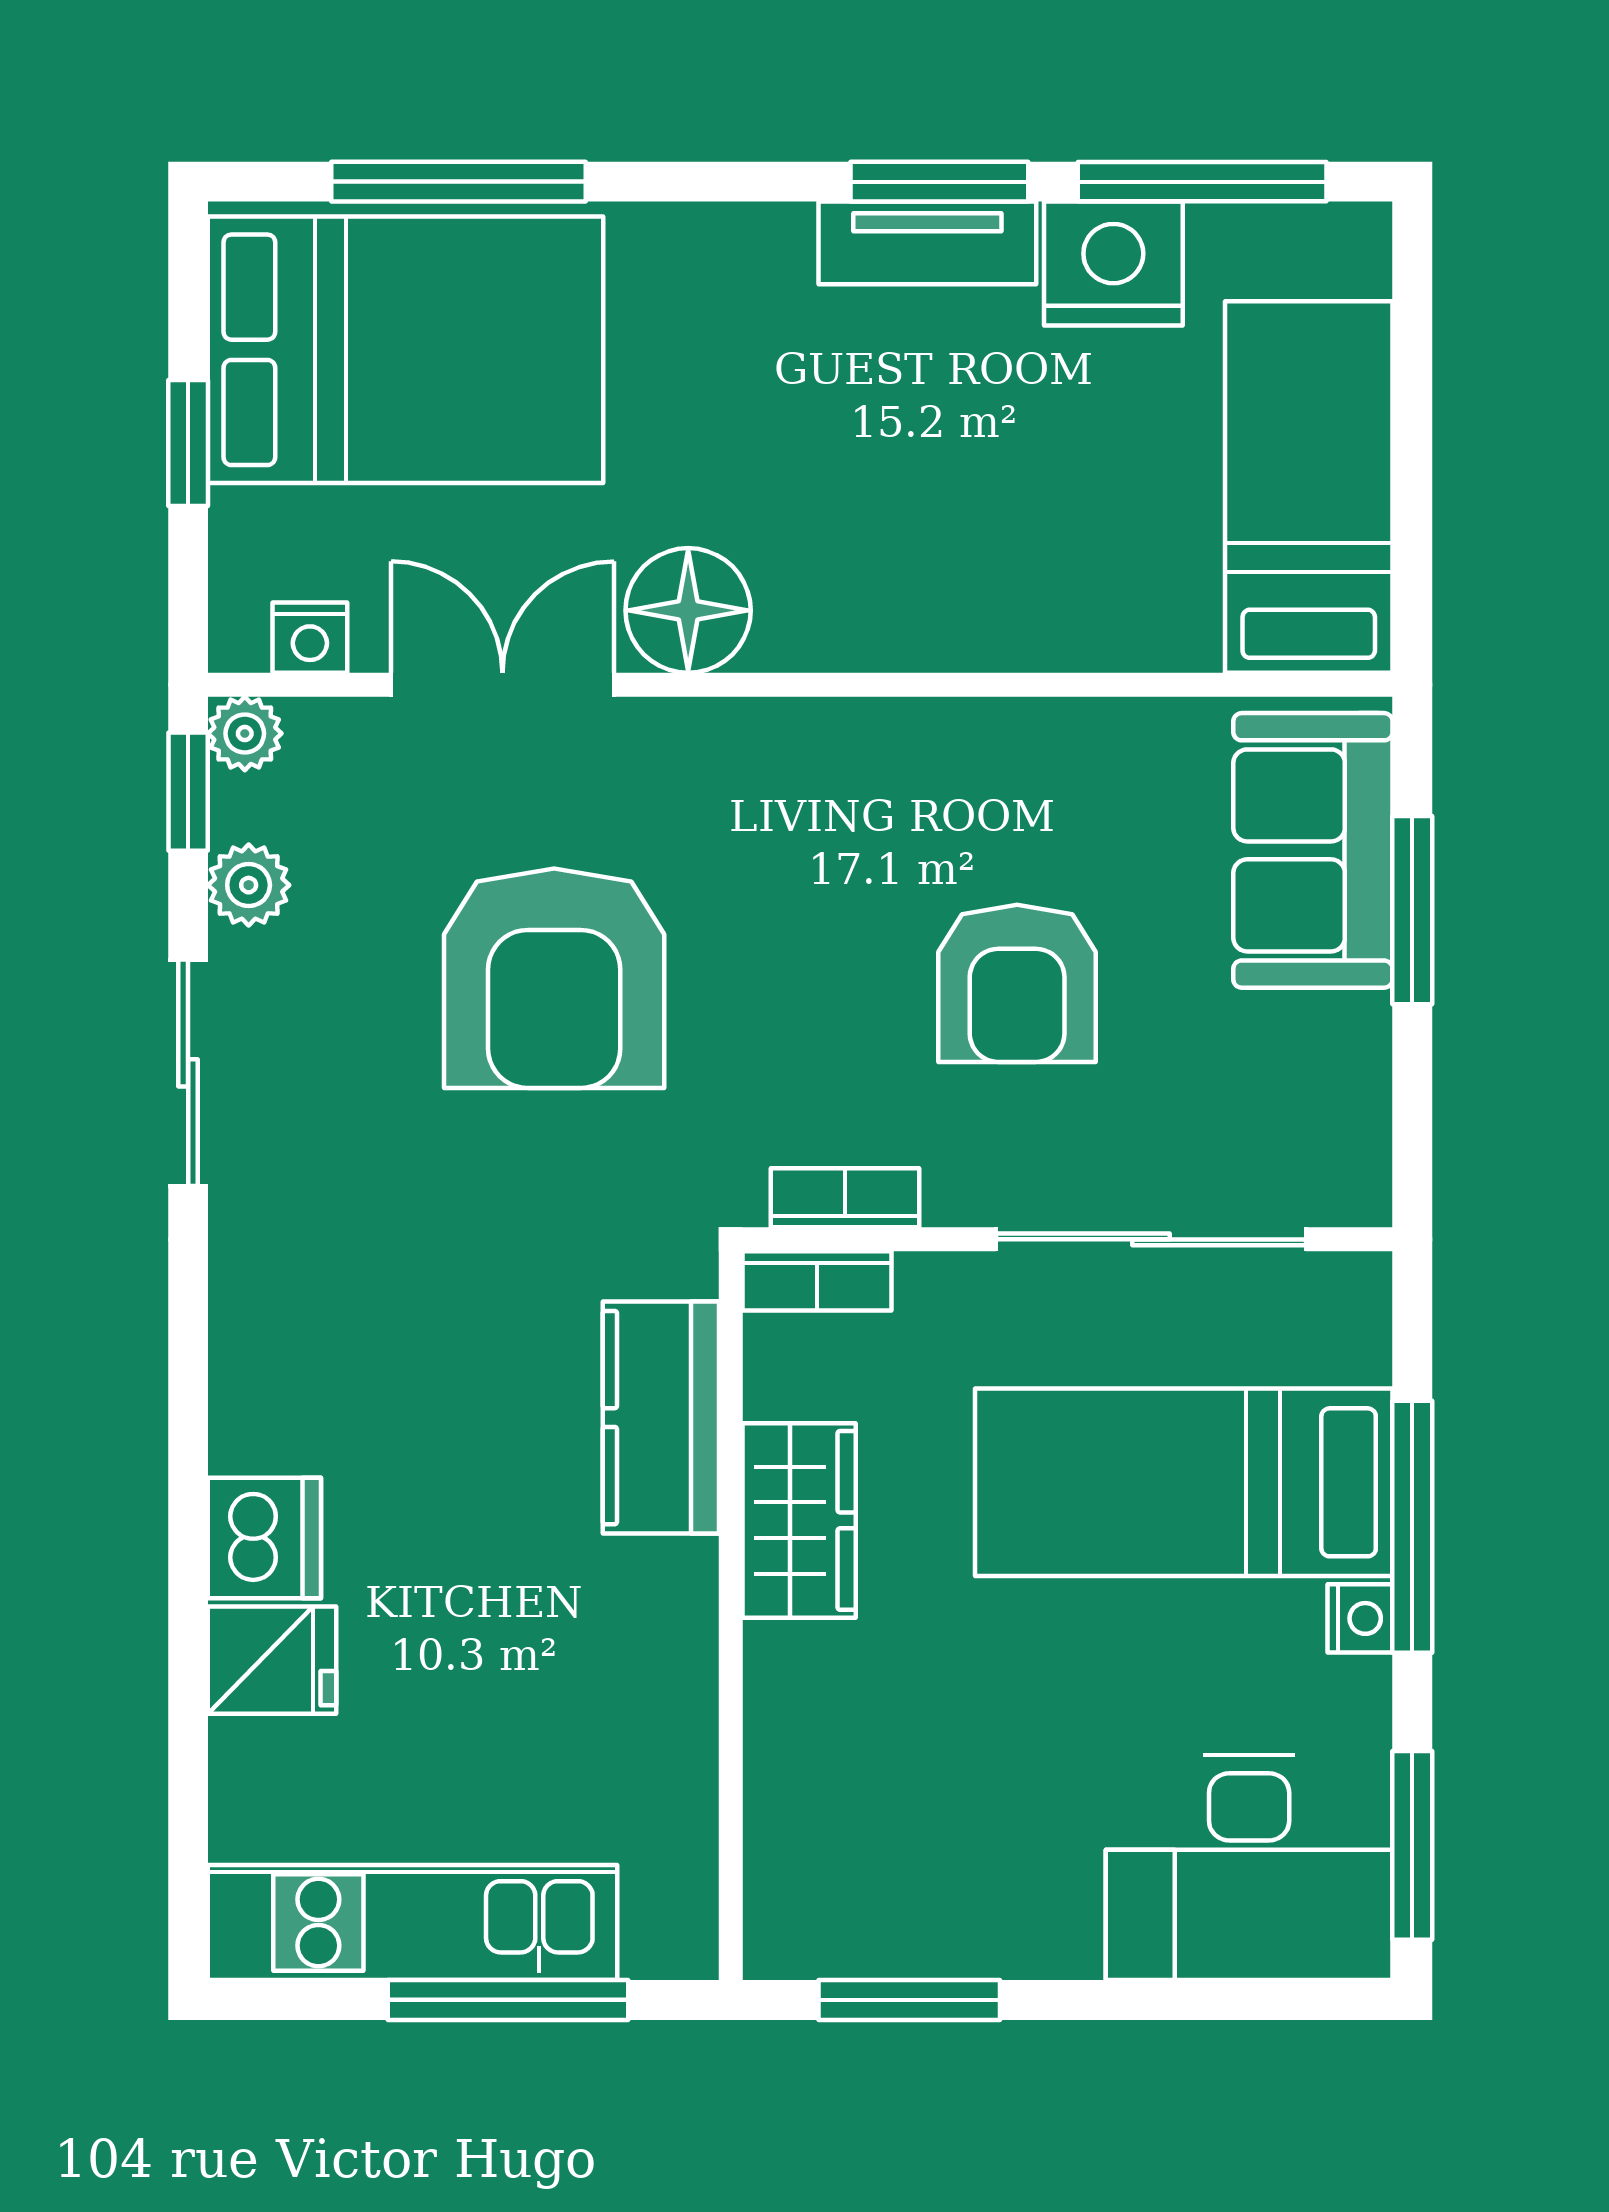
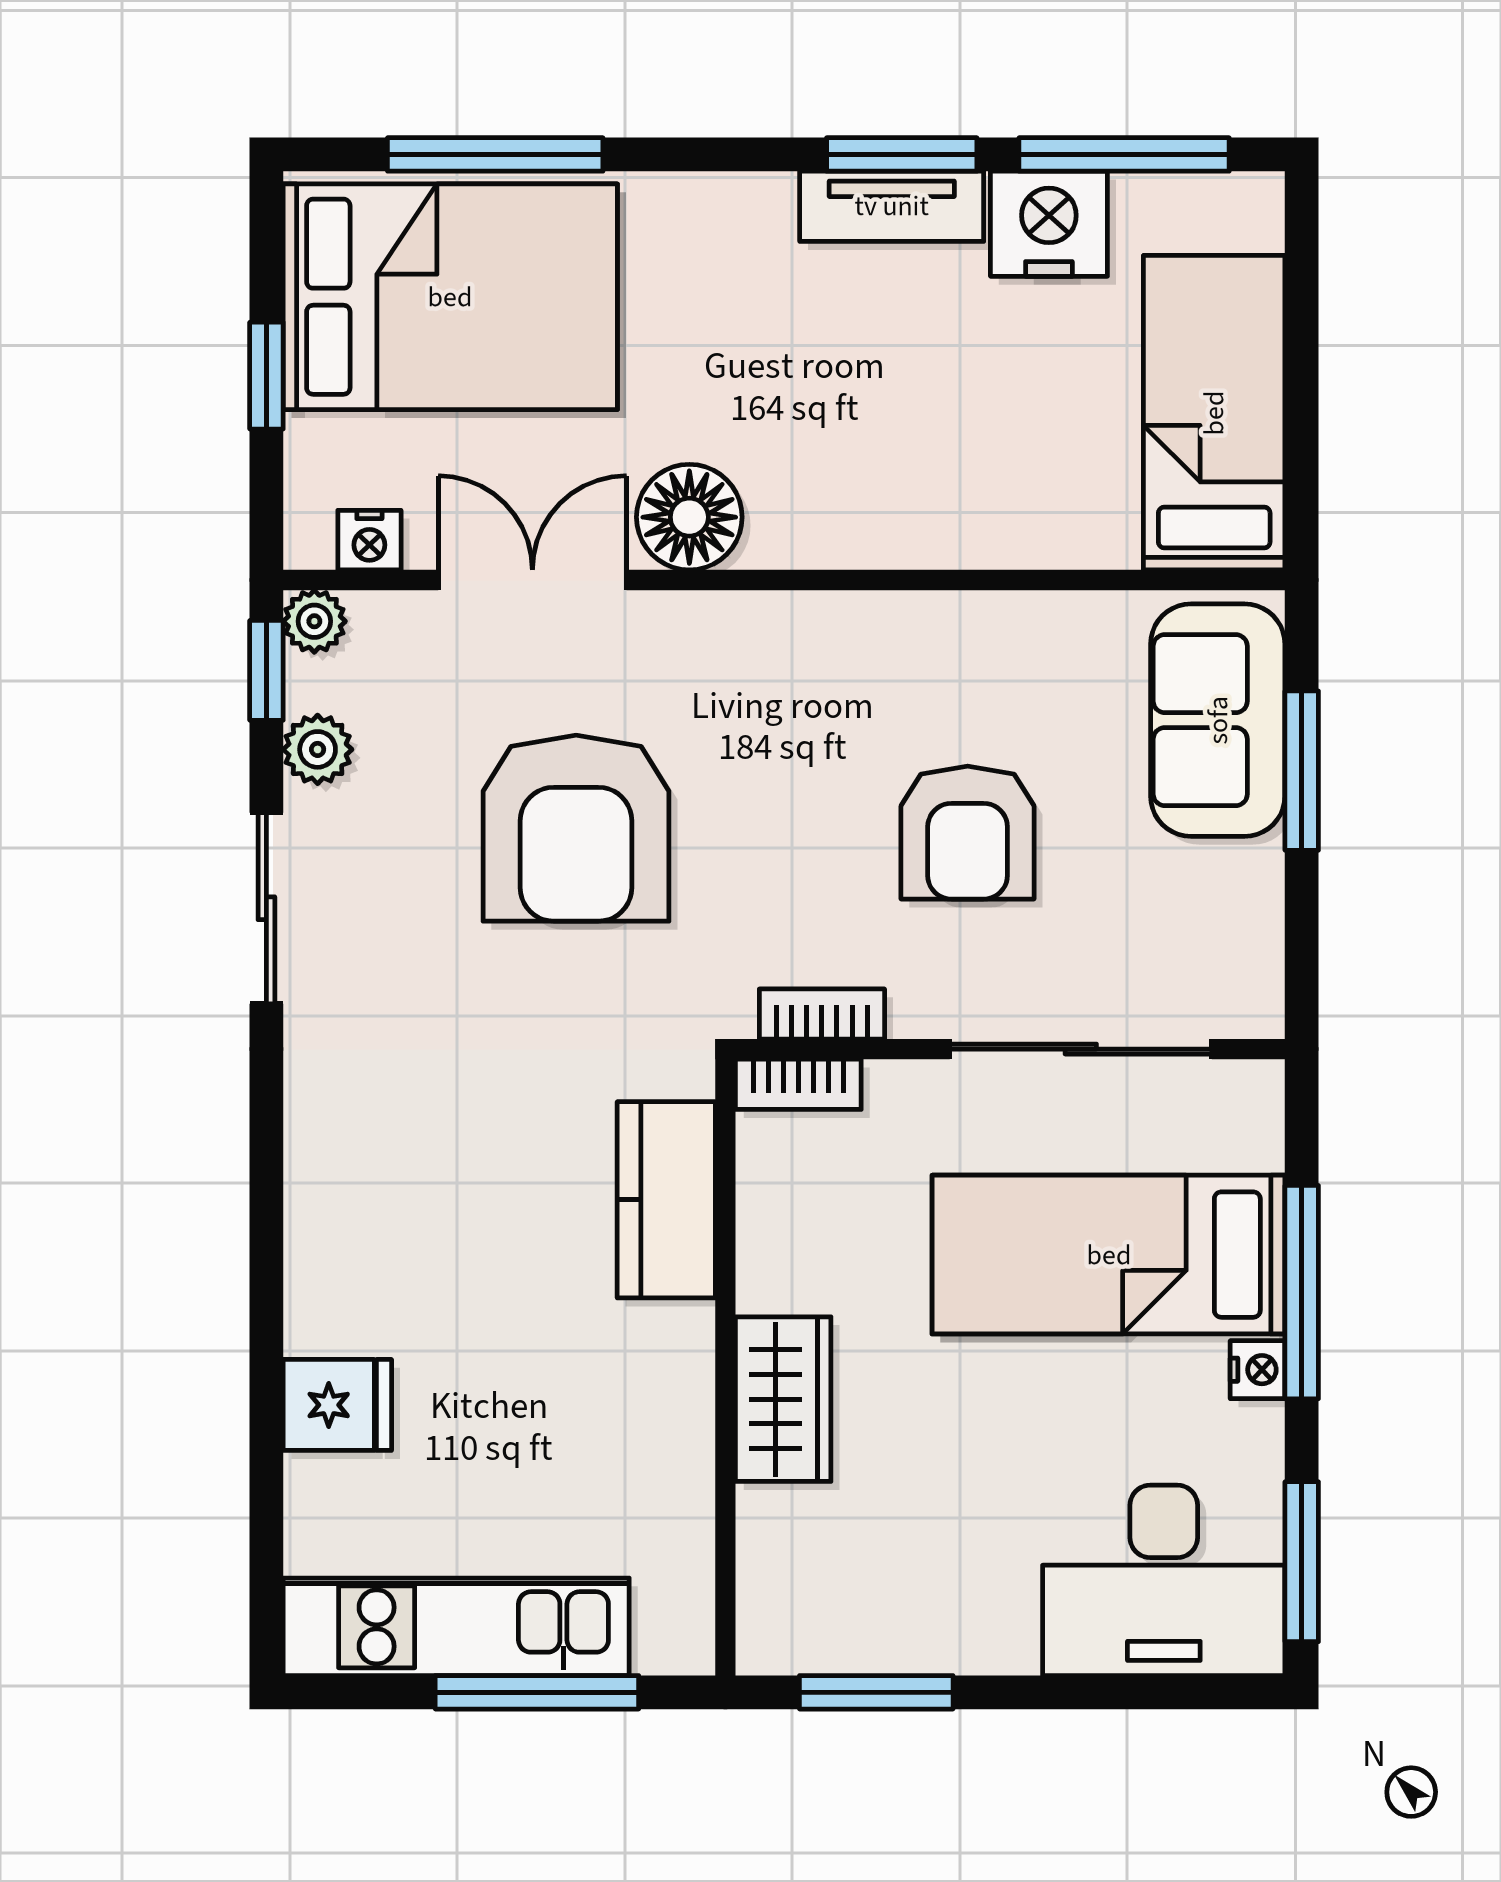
wardrobe: (799, 1520) -> (783, 1399), moved
dishwasher: (264, 1538) -> (331, 1302), removed

